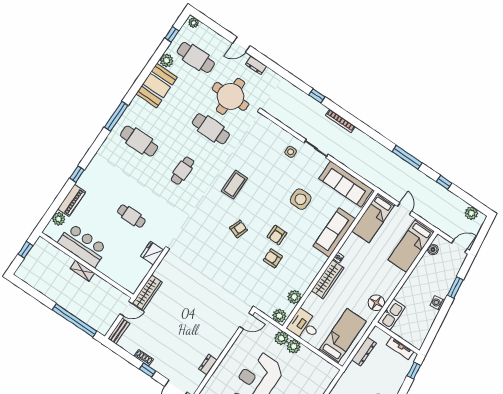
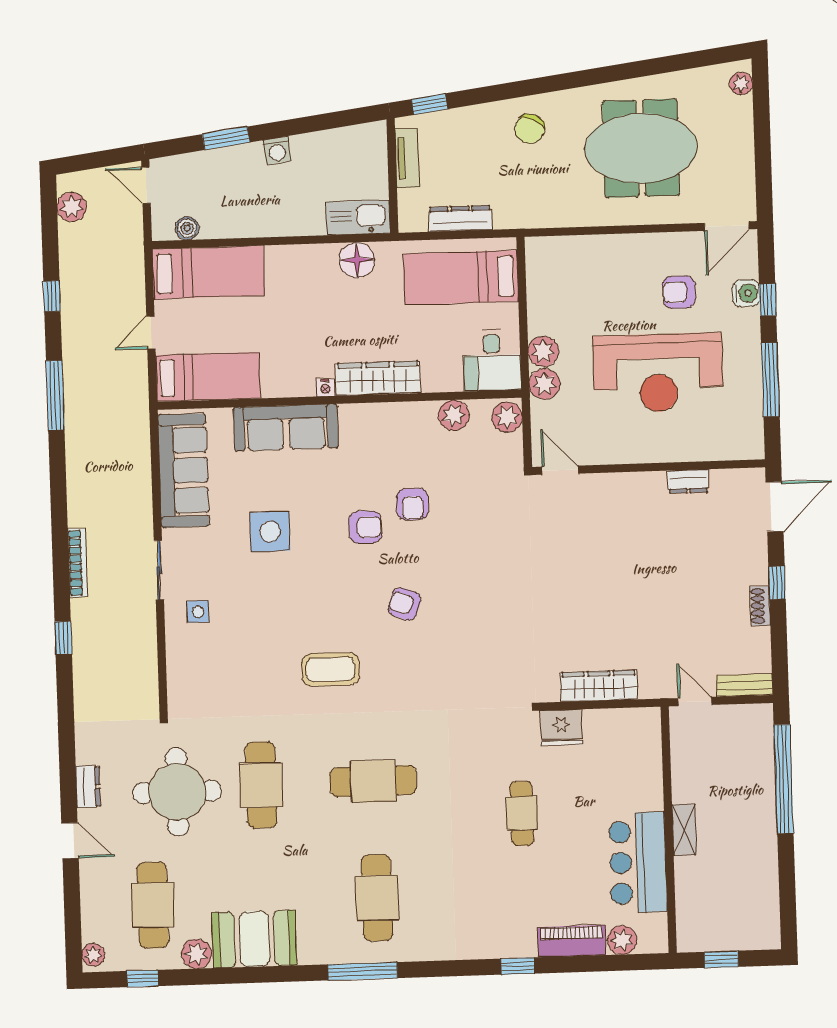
cafe table: (182, 171) -> (373, 781), width x1.37, depth x1.35
wardrobe: (147, 293) -> (599, 686), moved

